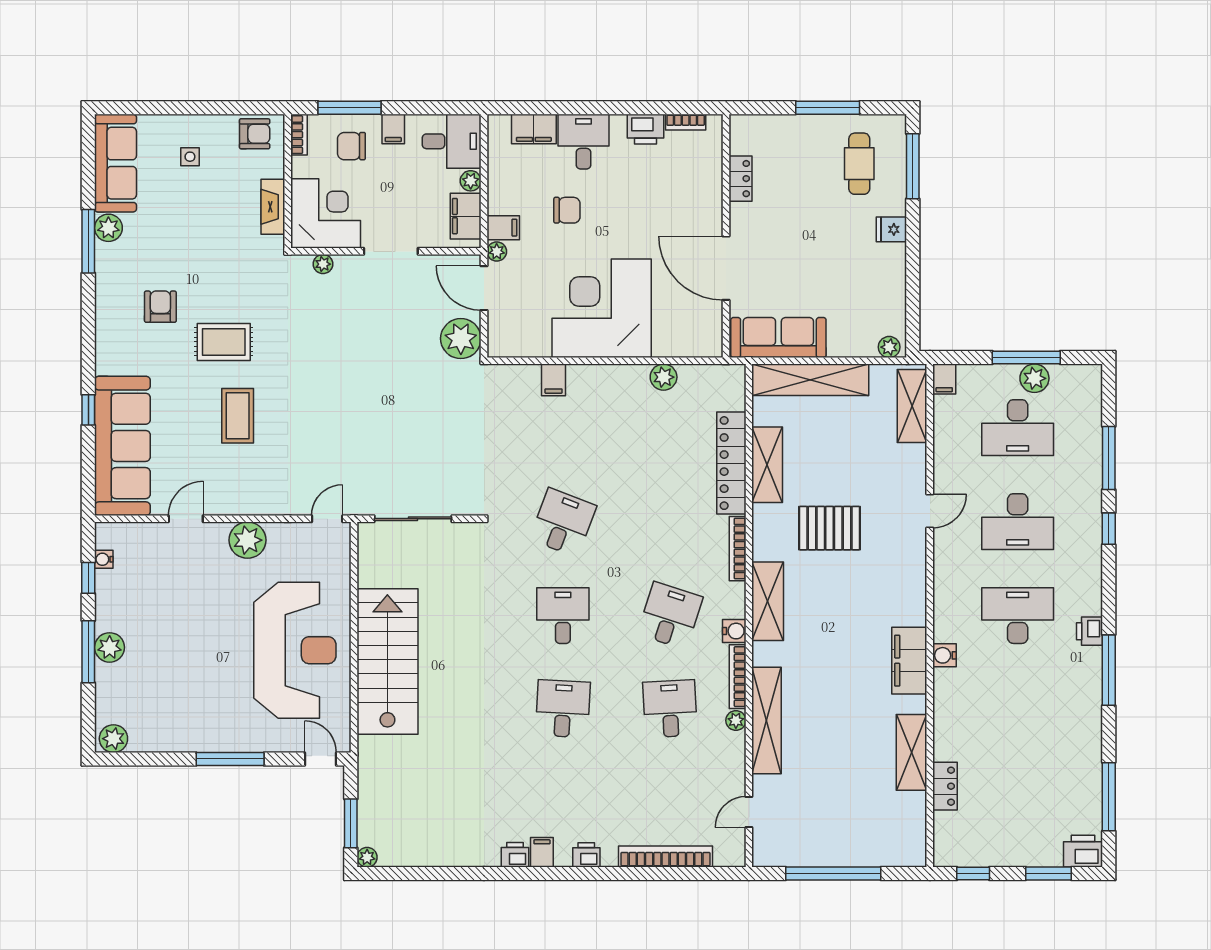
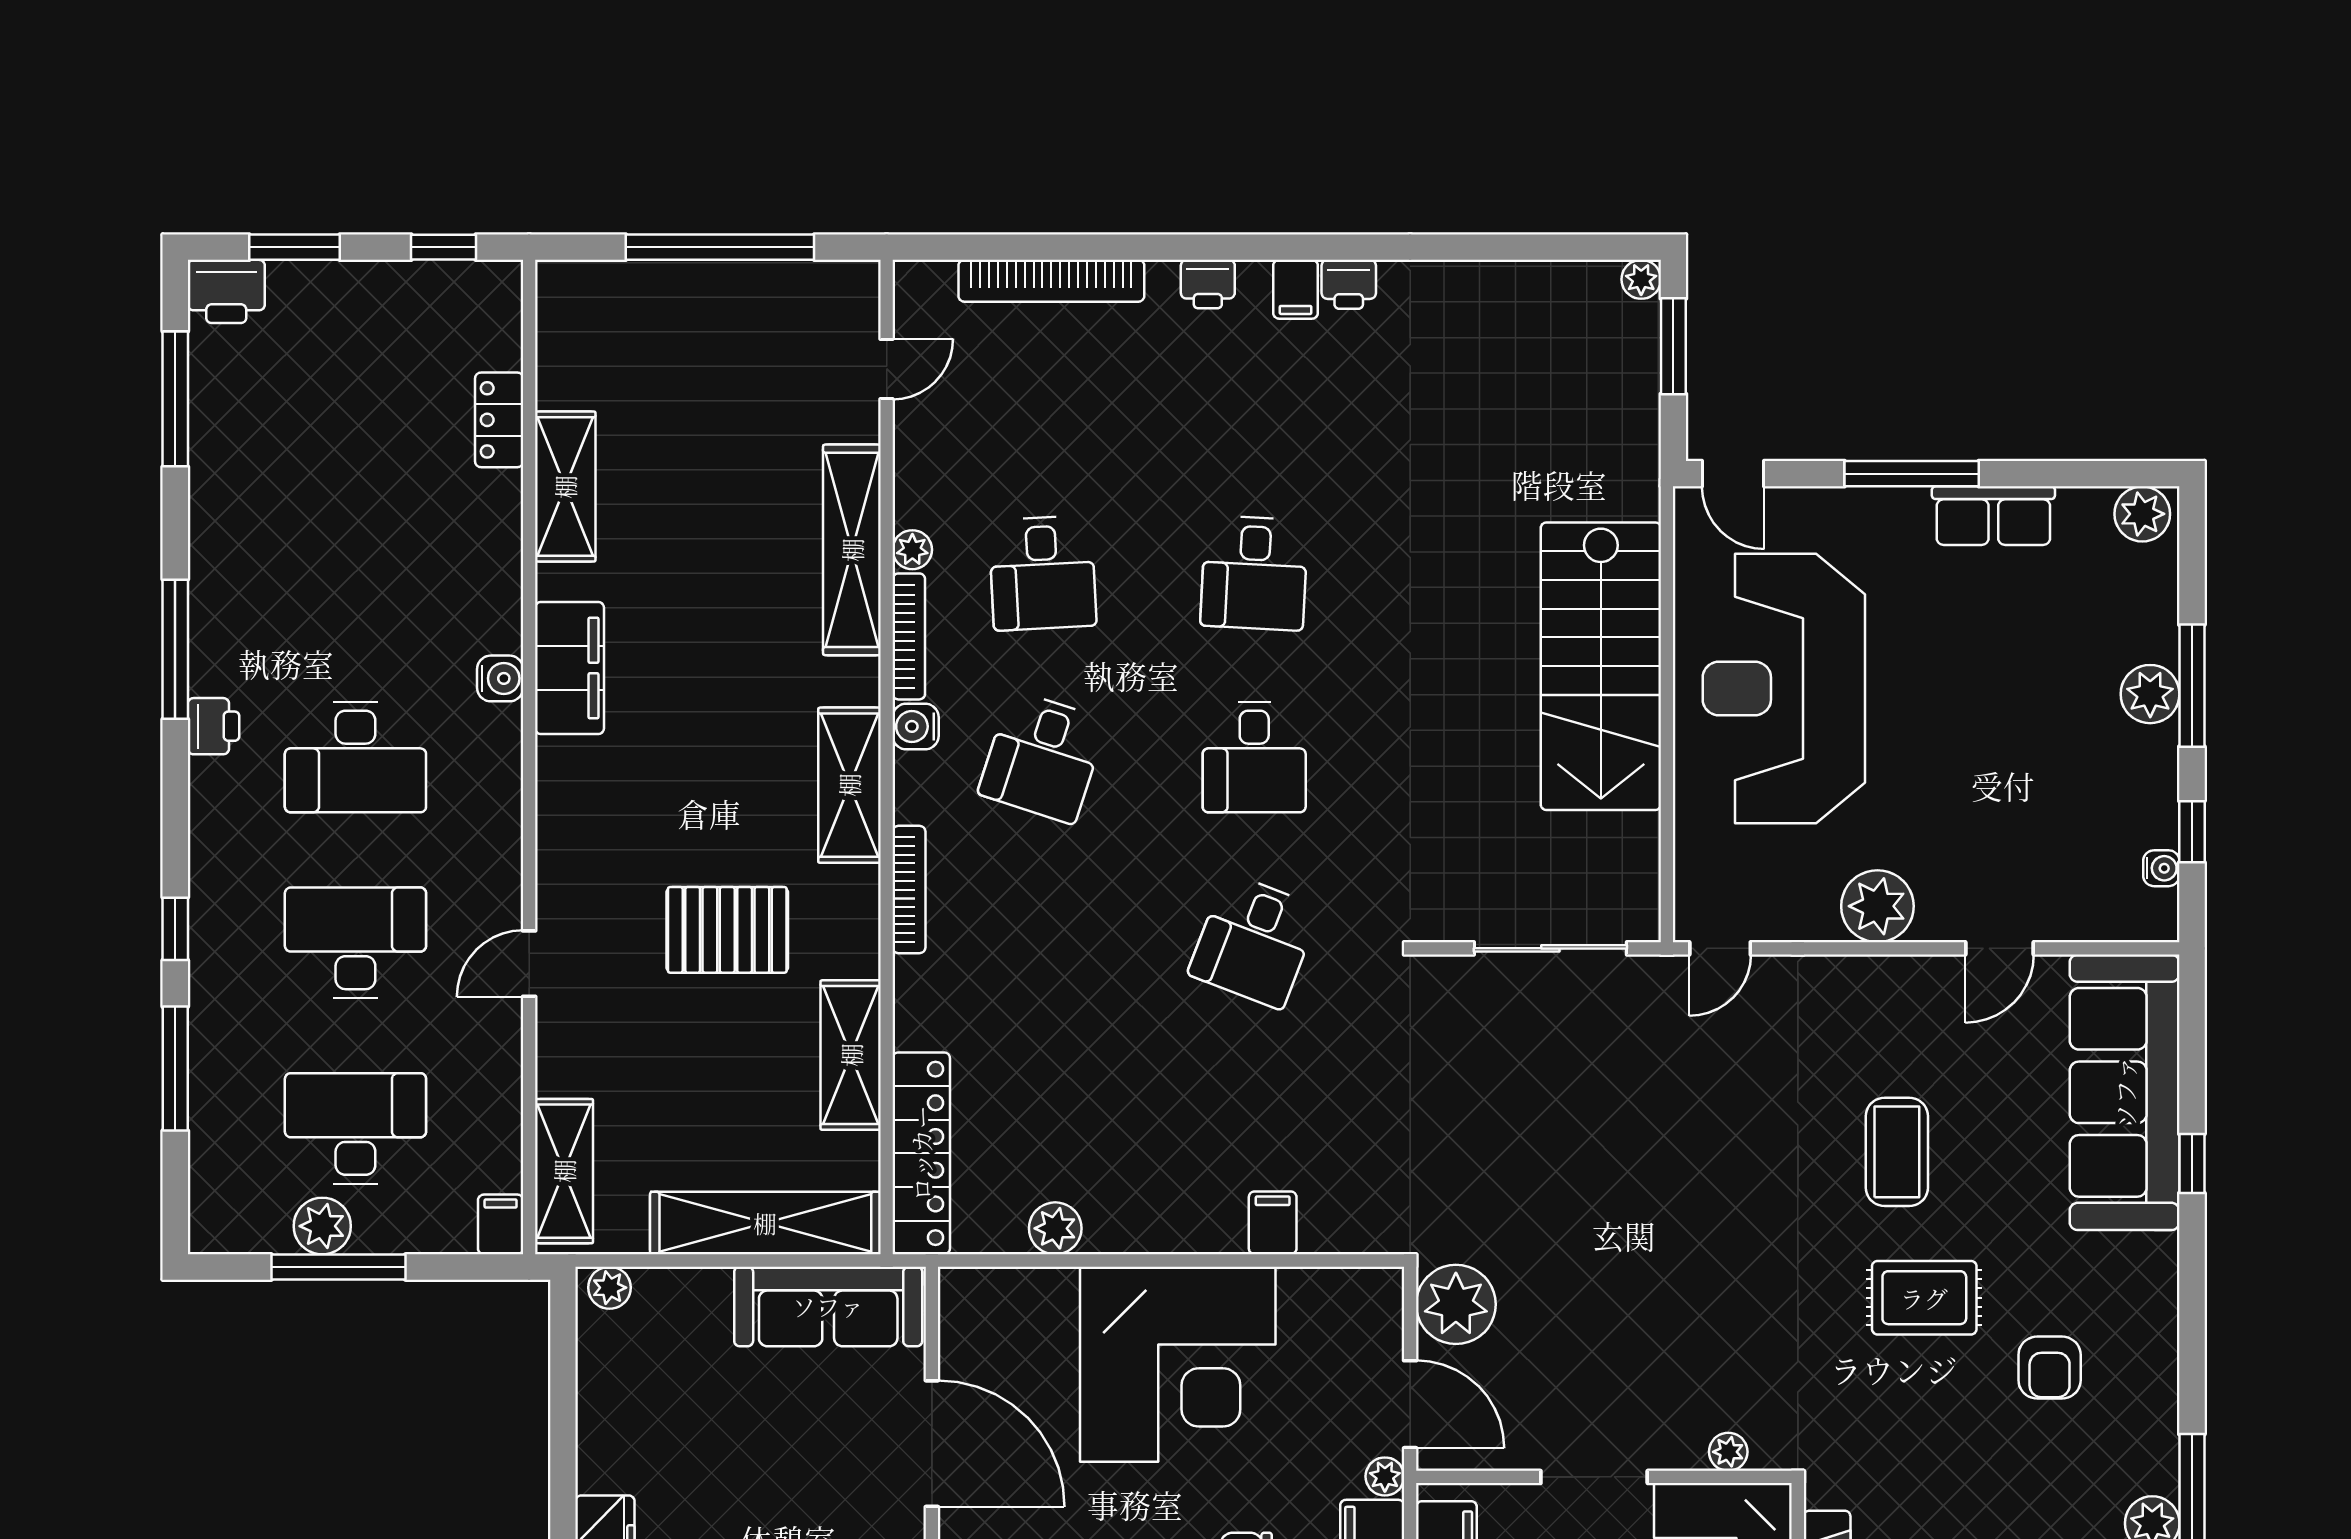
locker: (731, 463) -> (921, 1153), moved
row of seats: (189, 738) -> (1993, 516), added

